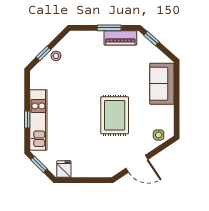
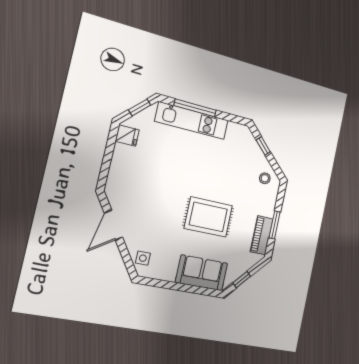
window: (151, 39) -> (242, 280), moved
stool: (56, 56) -> (265, 178), moved
rug: (115, 115) -> (208, 217), moved
window: (27, 120) -> (195, 108), width x2.17

